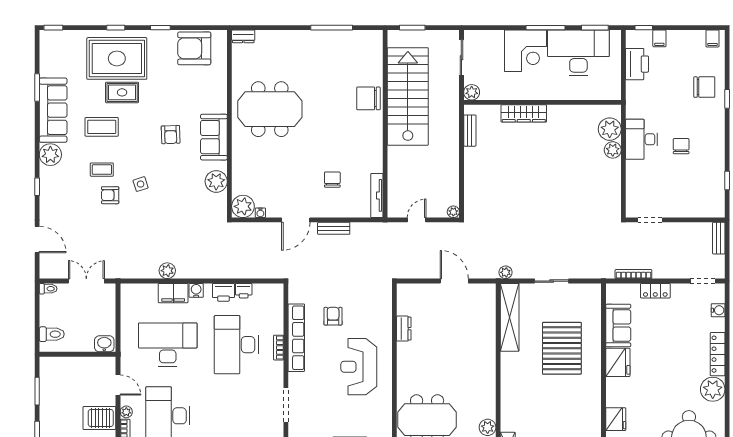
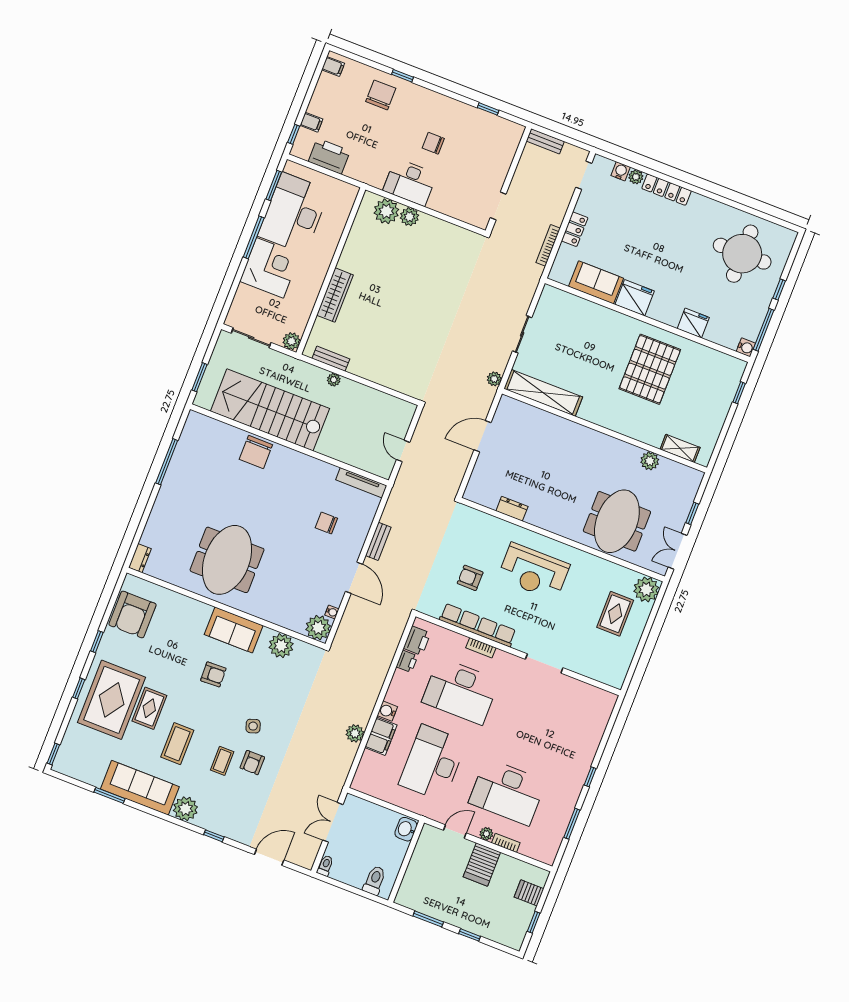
plant: (453, 212) -> (334, 380), moved
printer: (223, 292) -> (417, 641), moved
pallet: (562, 348) -> (650, 369), moved, turned 90
plant: (713, 389) -> (636, 177), moved, width x0.53, depth x0.53

